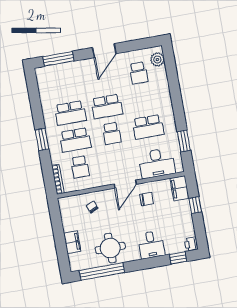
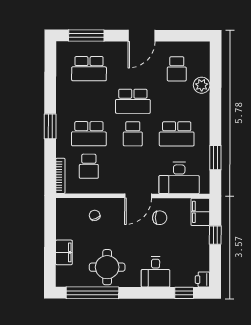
plant: (157, 60) -> (202, 85), moved
school desk: (70, 113) -> (89, 69), moved

